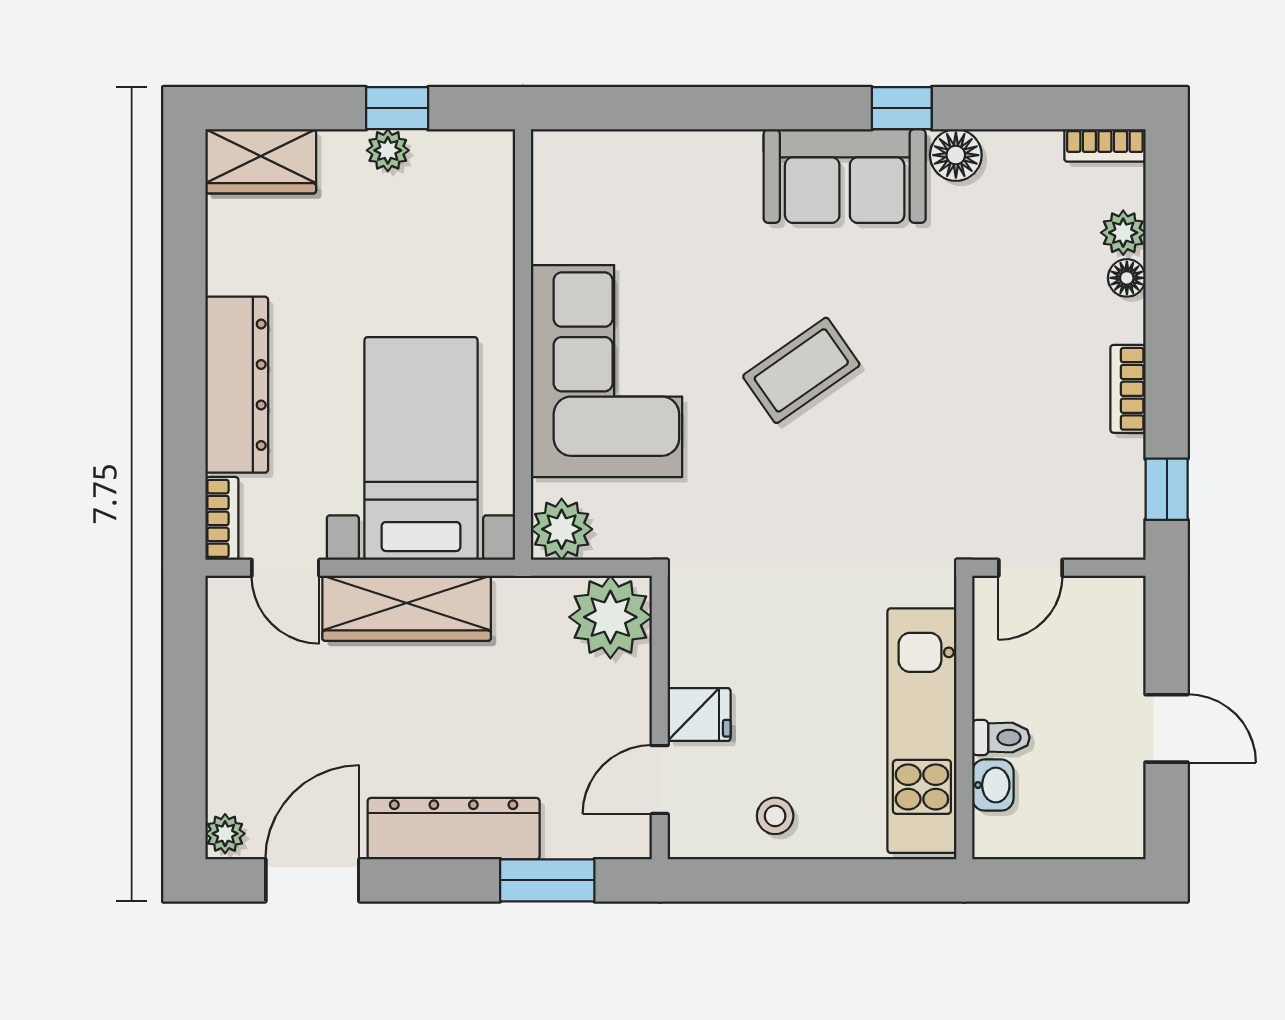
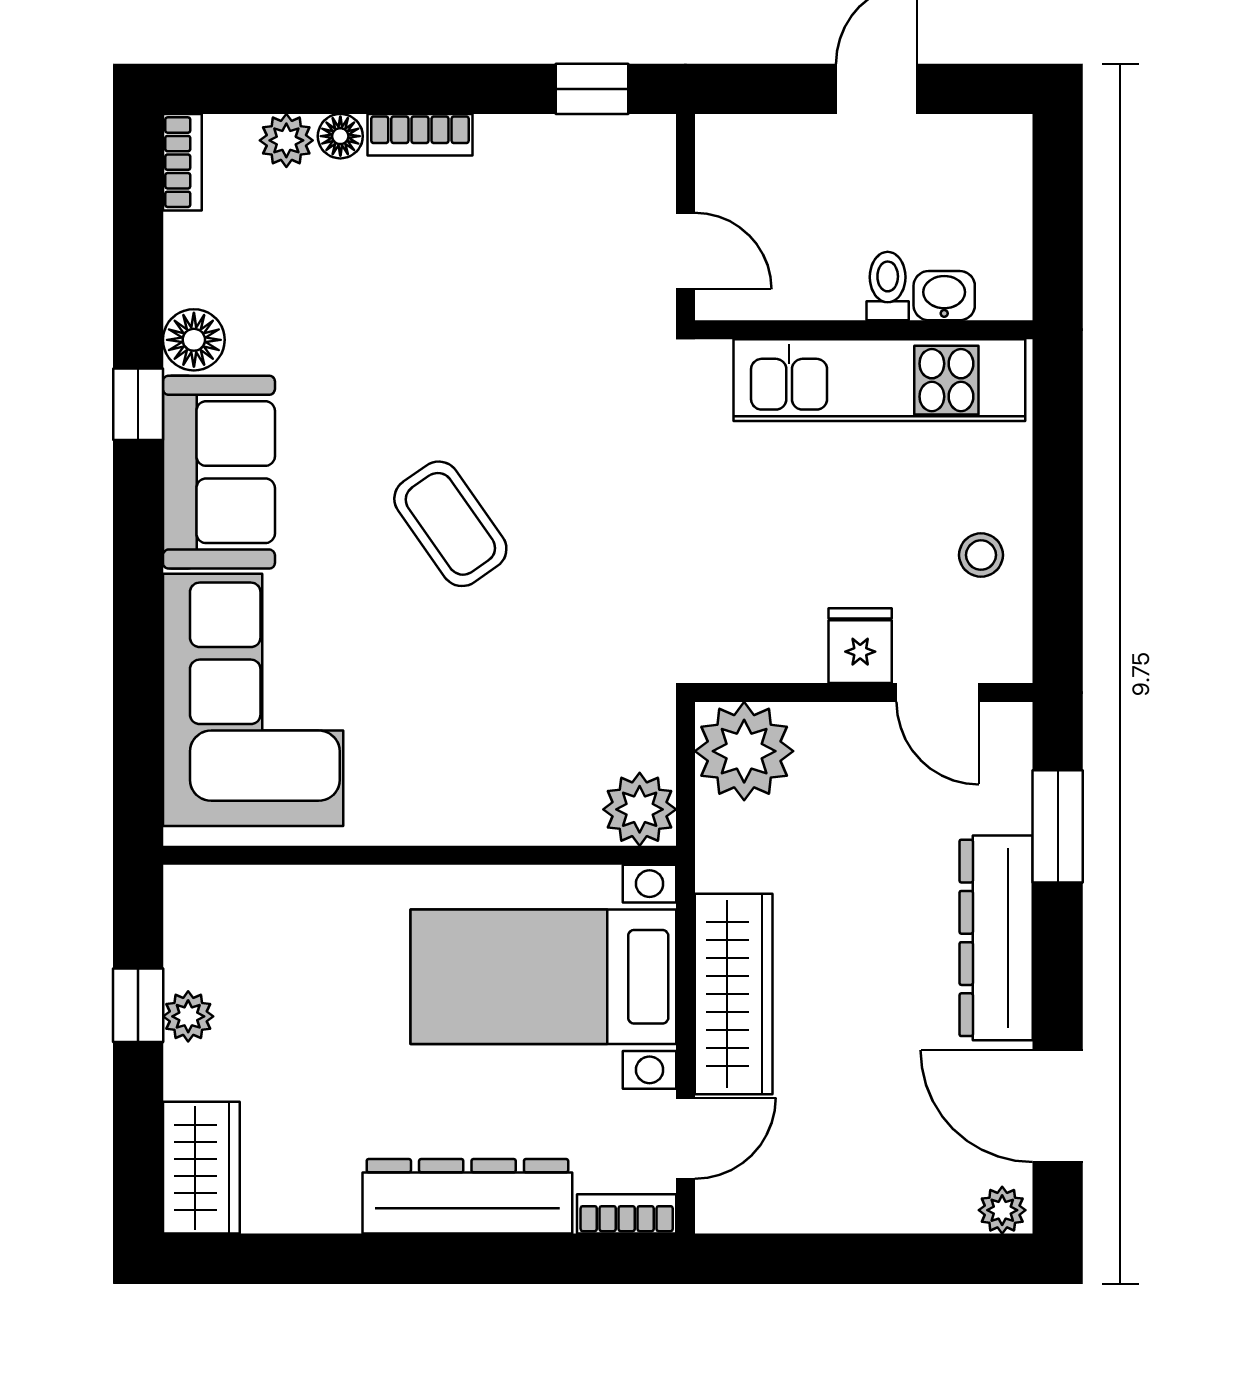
corner sofa: (607, 371) -> (253, 700), moved, turned 90
bookcase: (1128, 389) -> (420, 135), moved

